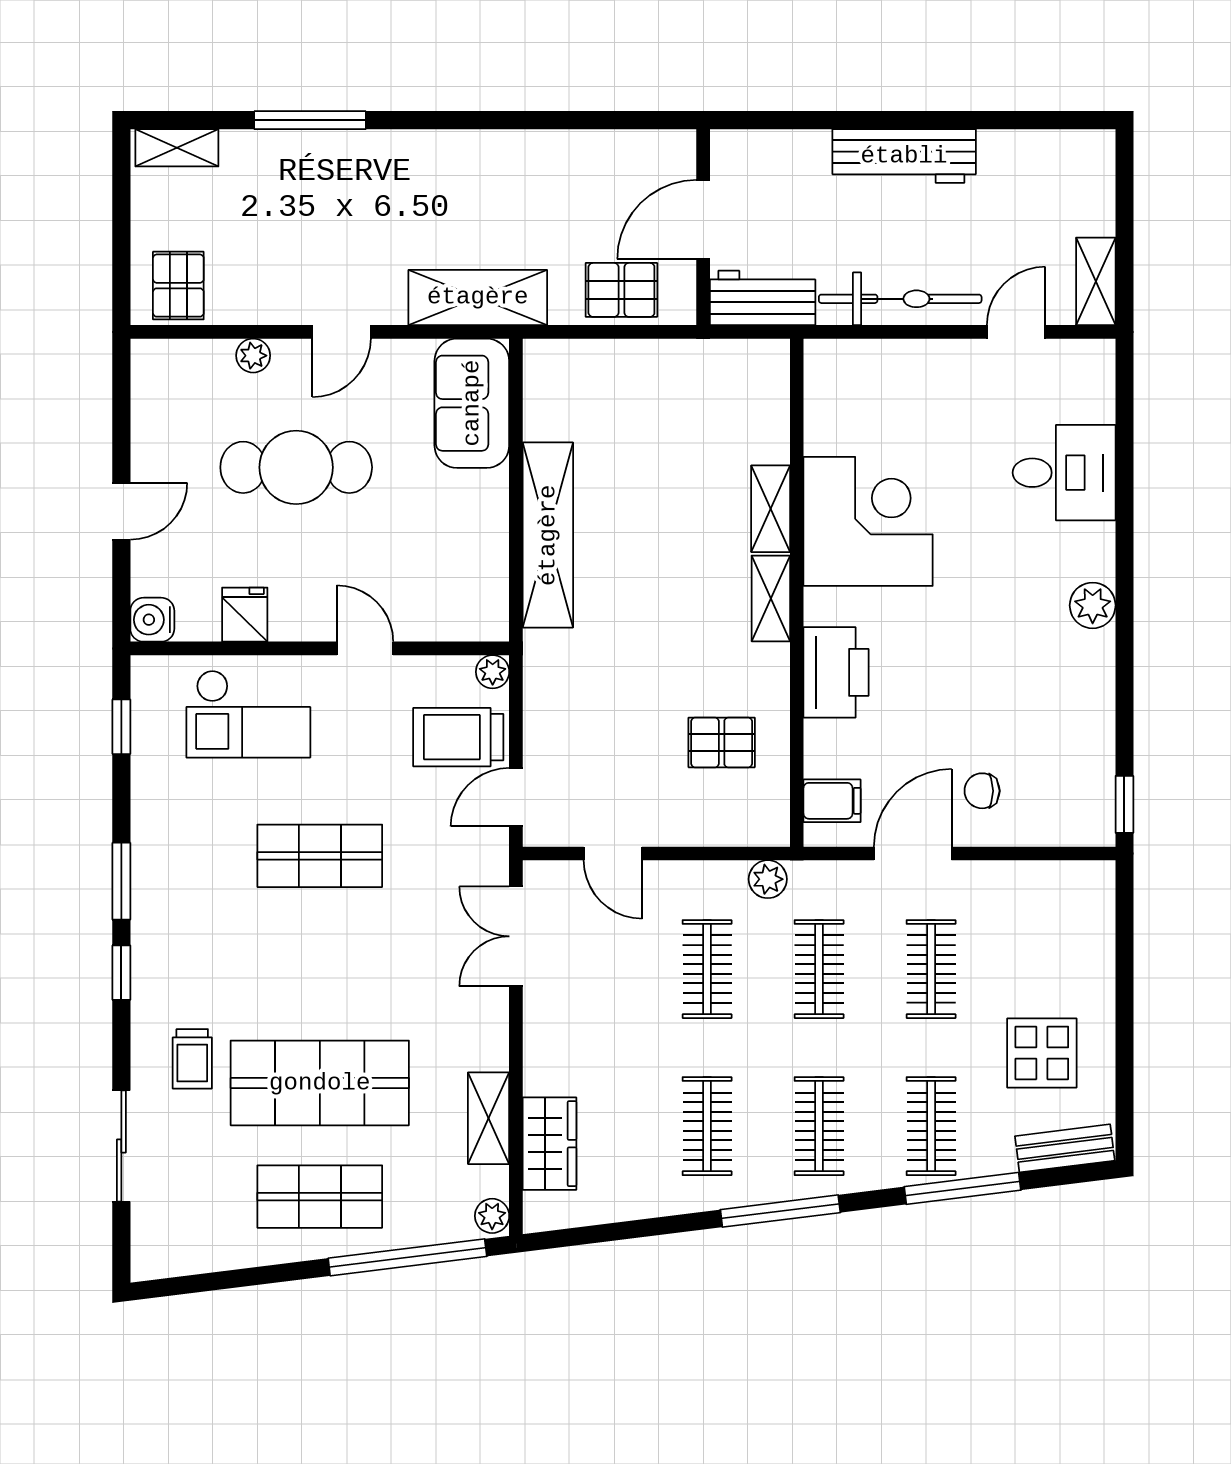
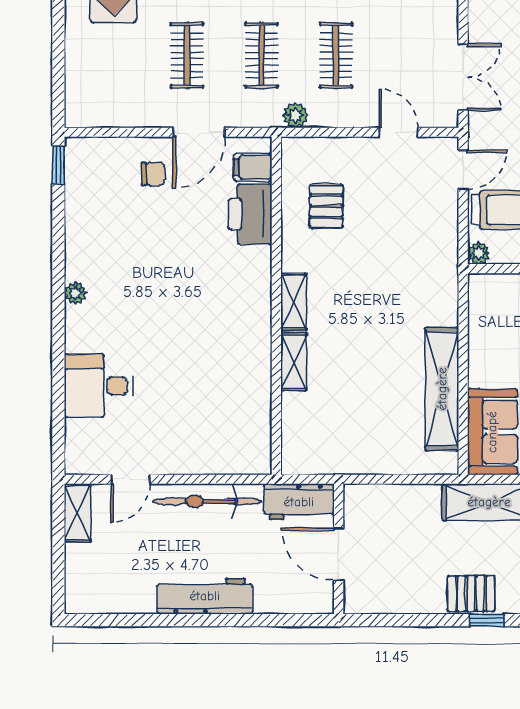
window: (480, 120) -> (487, 620), added
door: (703, 219) -> (339, 554), swing flipped
pallet: (621, 290) -> (471, 594), moved
corner desk: (868, 521) -> (229, 353), removed
shelving: (548, 535) -> (442, 389), moved
plant: (1093, 605) -> (75, 293), width x0.73, depth x0.73
printer: (836, 672) -> (250, 214), moved
pallet: (722, 742) -> (326, 206), turned 90

